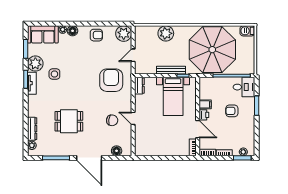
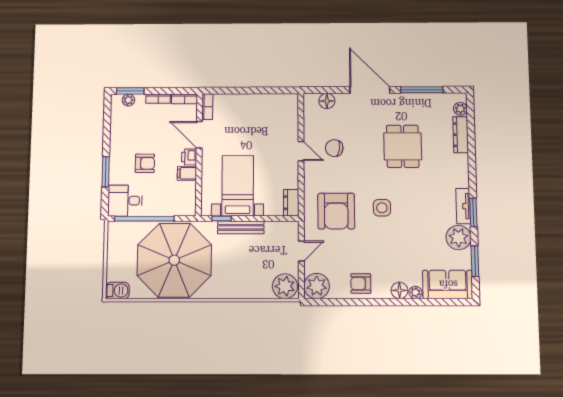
plant: (166, 33) -> (285, 286), moved
side table: (54, 74) -> (382, 208), moved
dining table: (69, 121) -> (403, 146), turned 90

